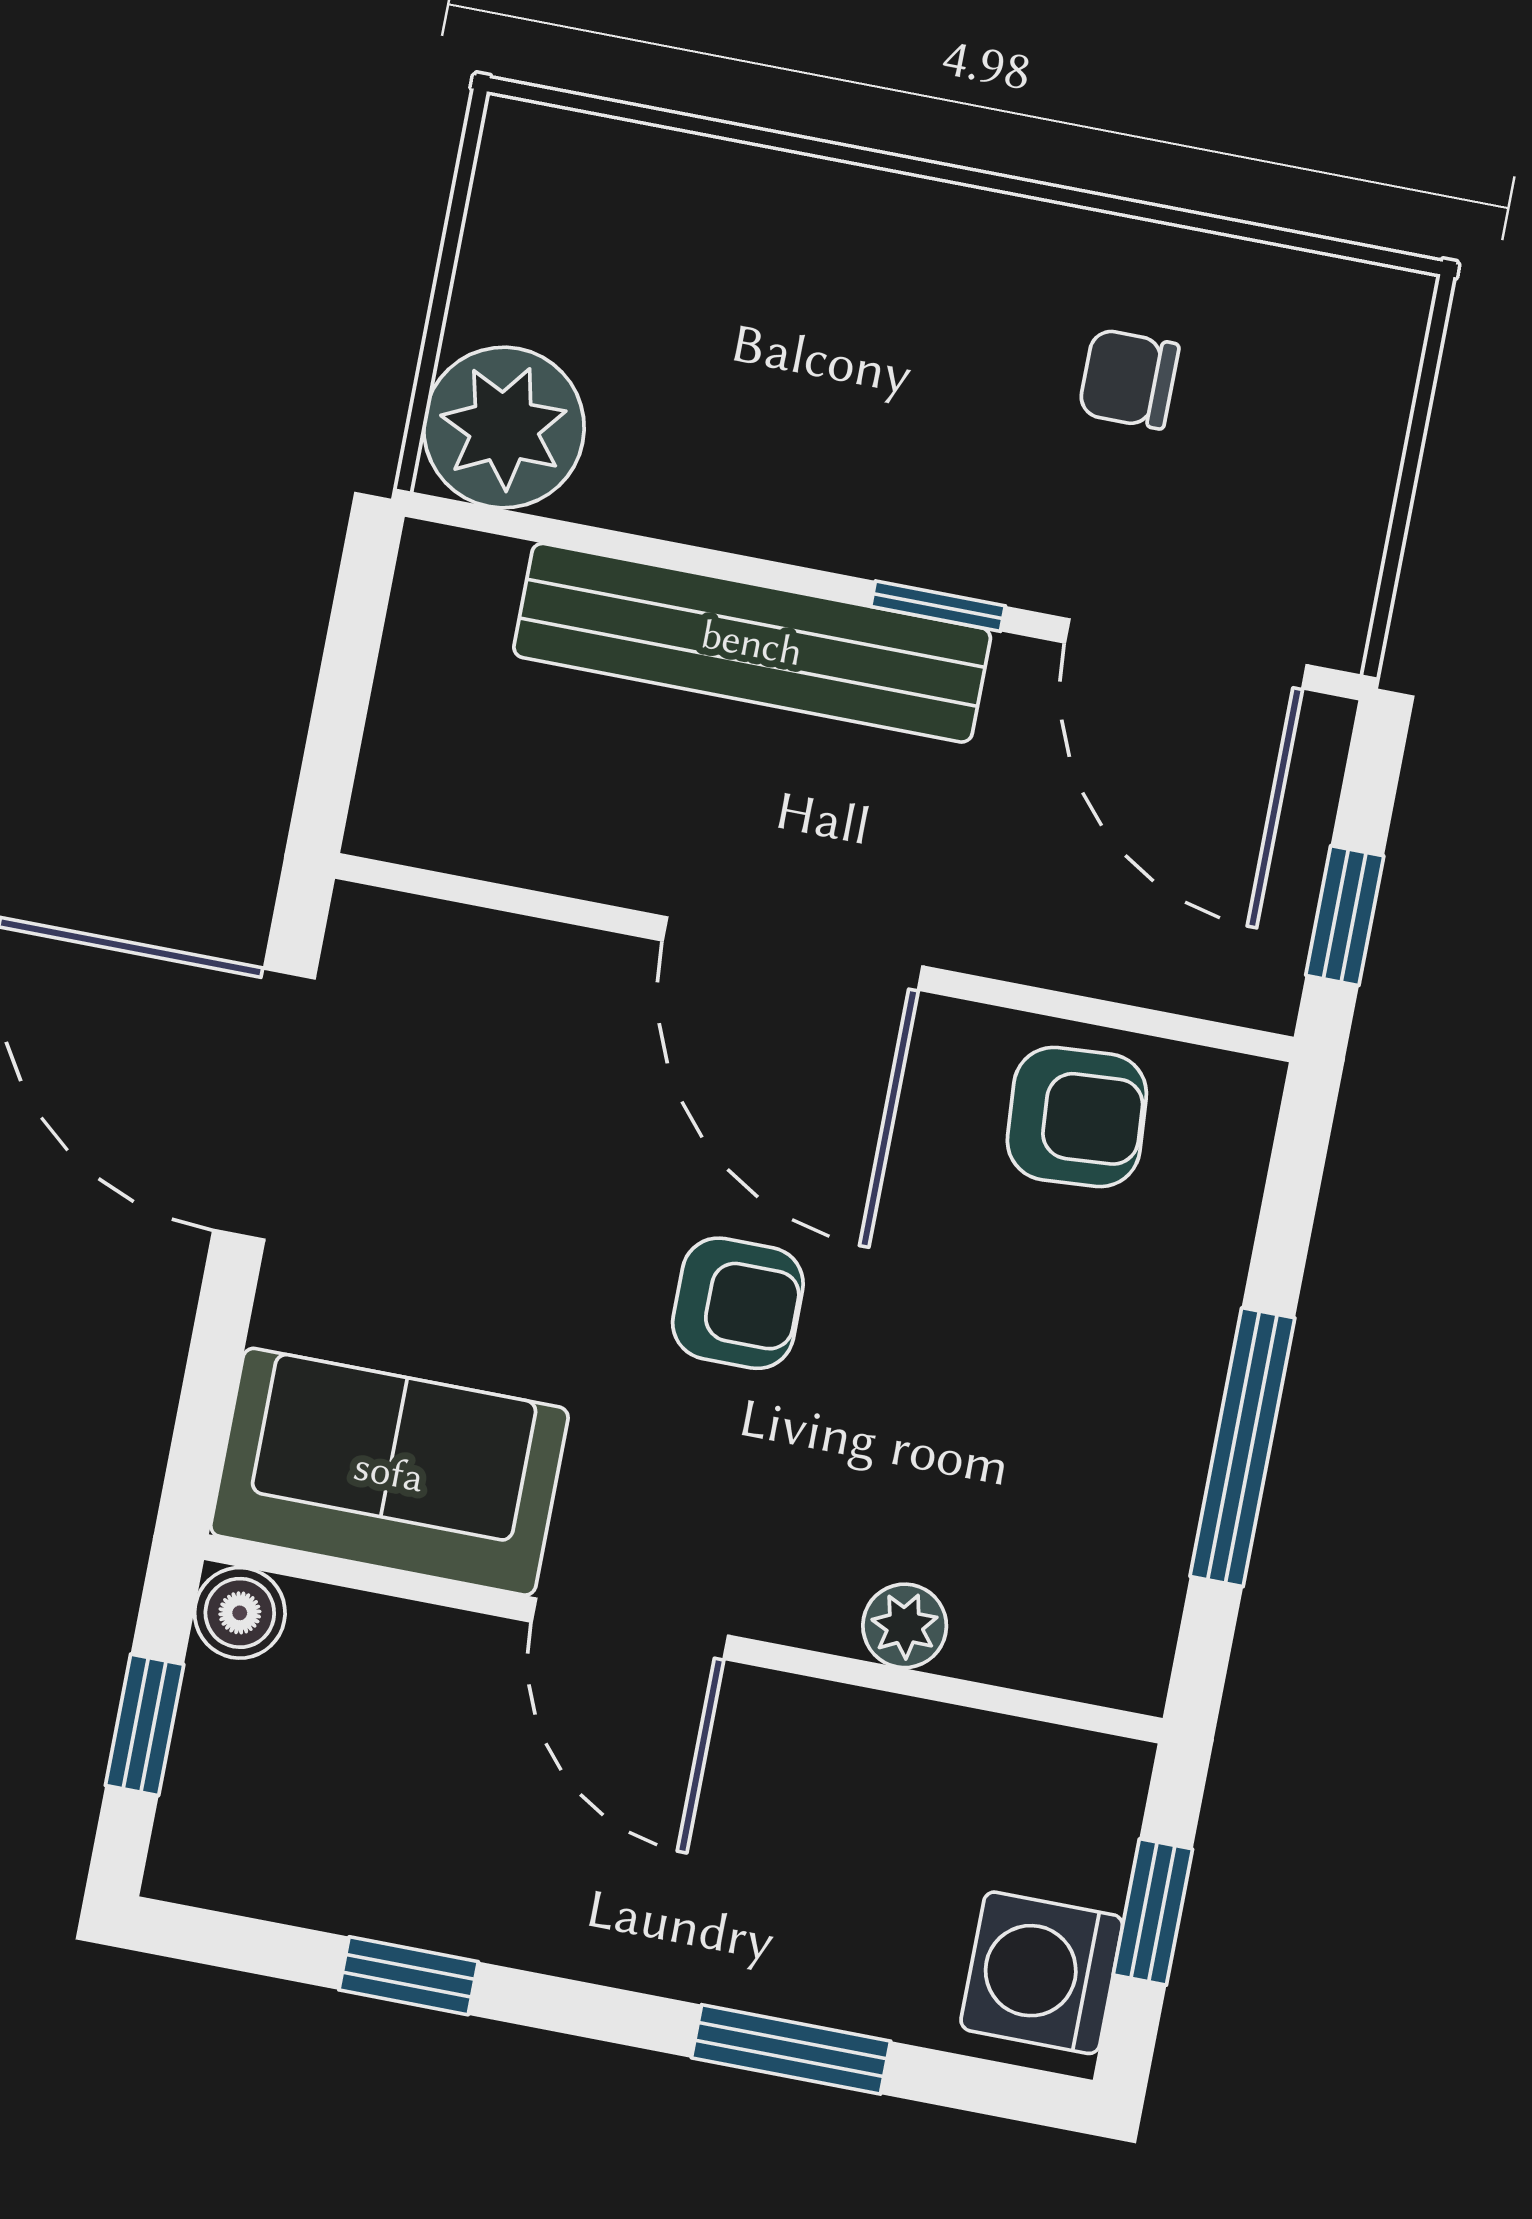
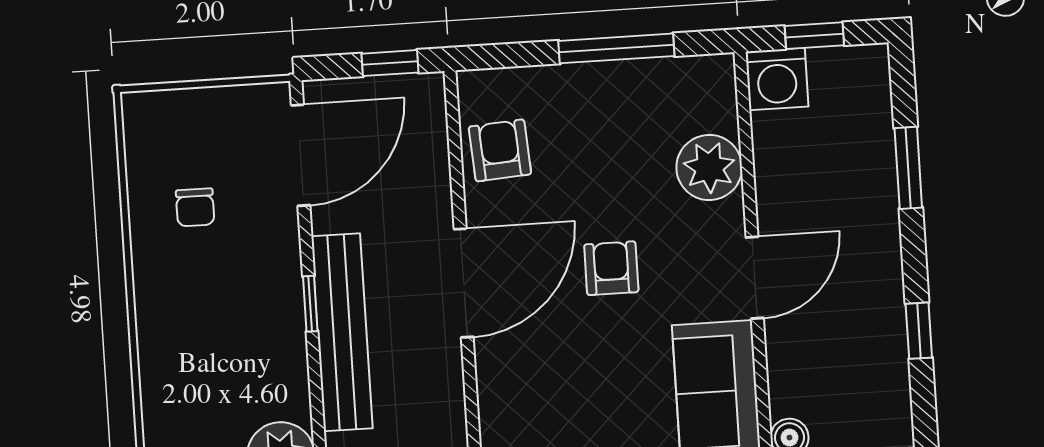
window: (938, 606) -> (310, 304), moved
plant: (905, 1626) -> (709, 167), width x1.87, depth x1.87
washing machine: (1042, 1973) -> (777, 79), moved

